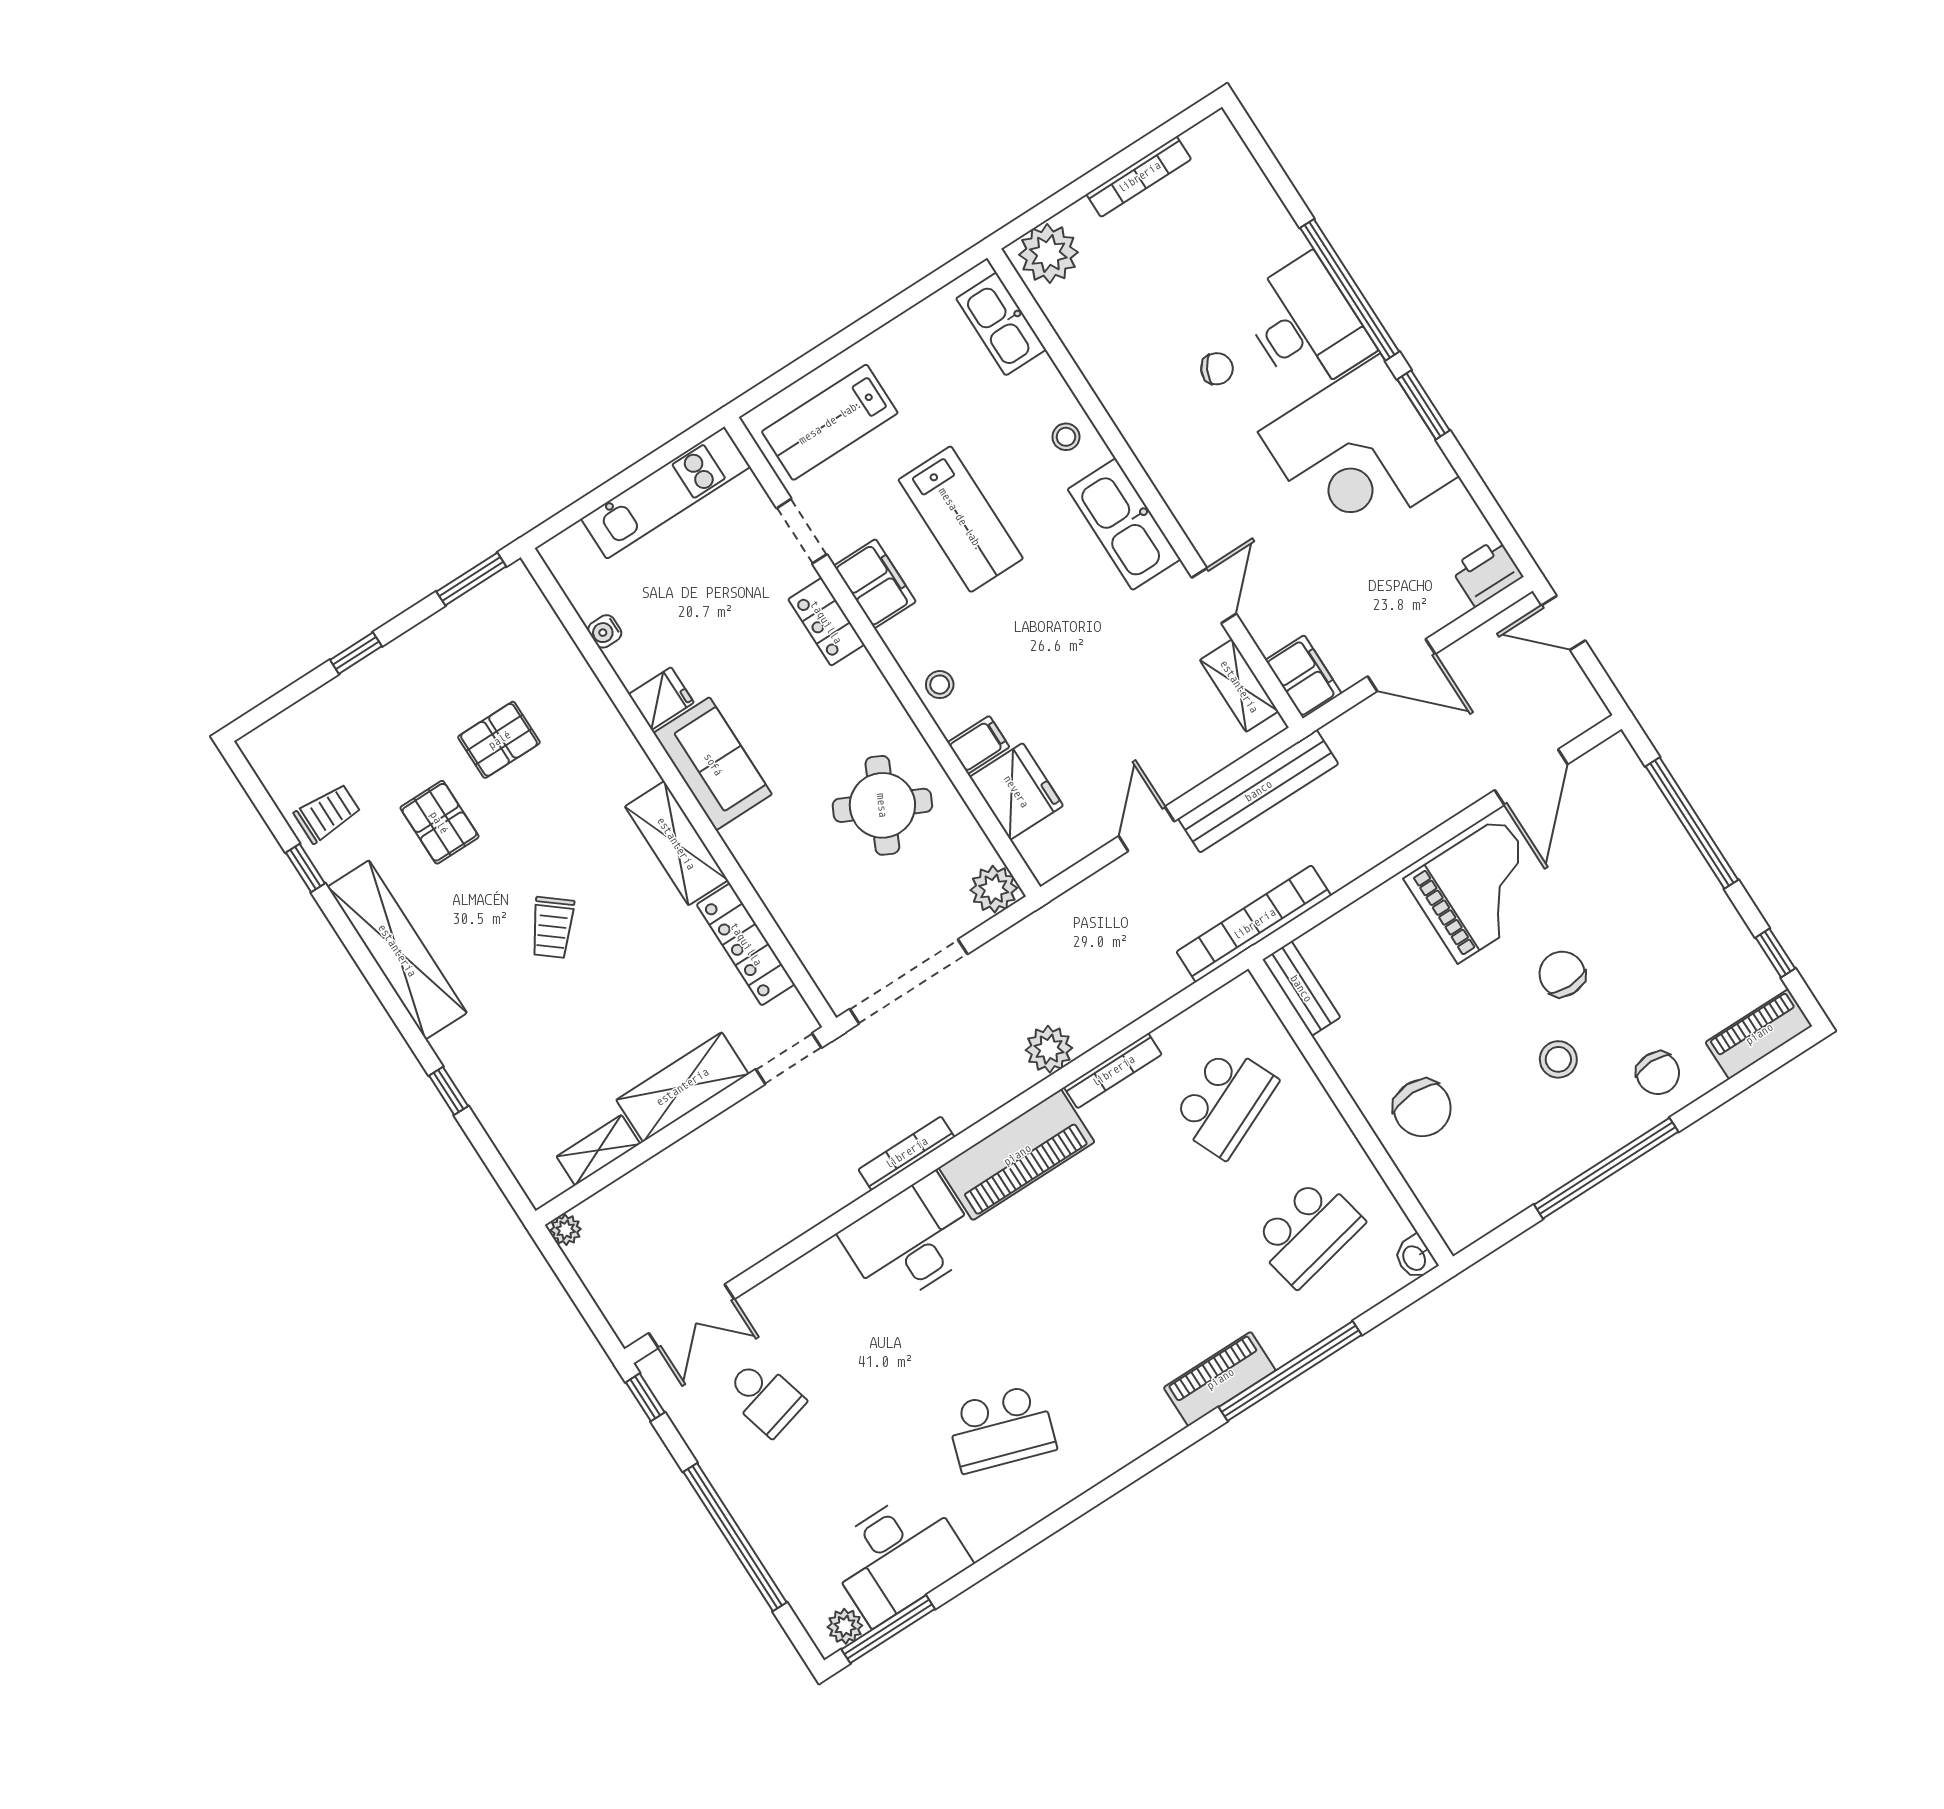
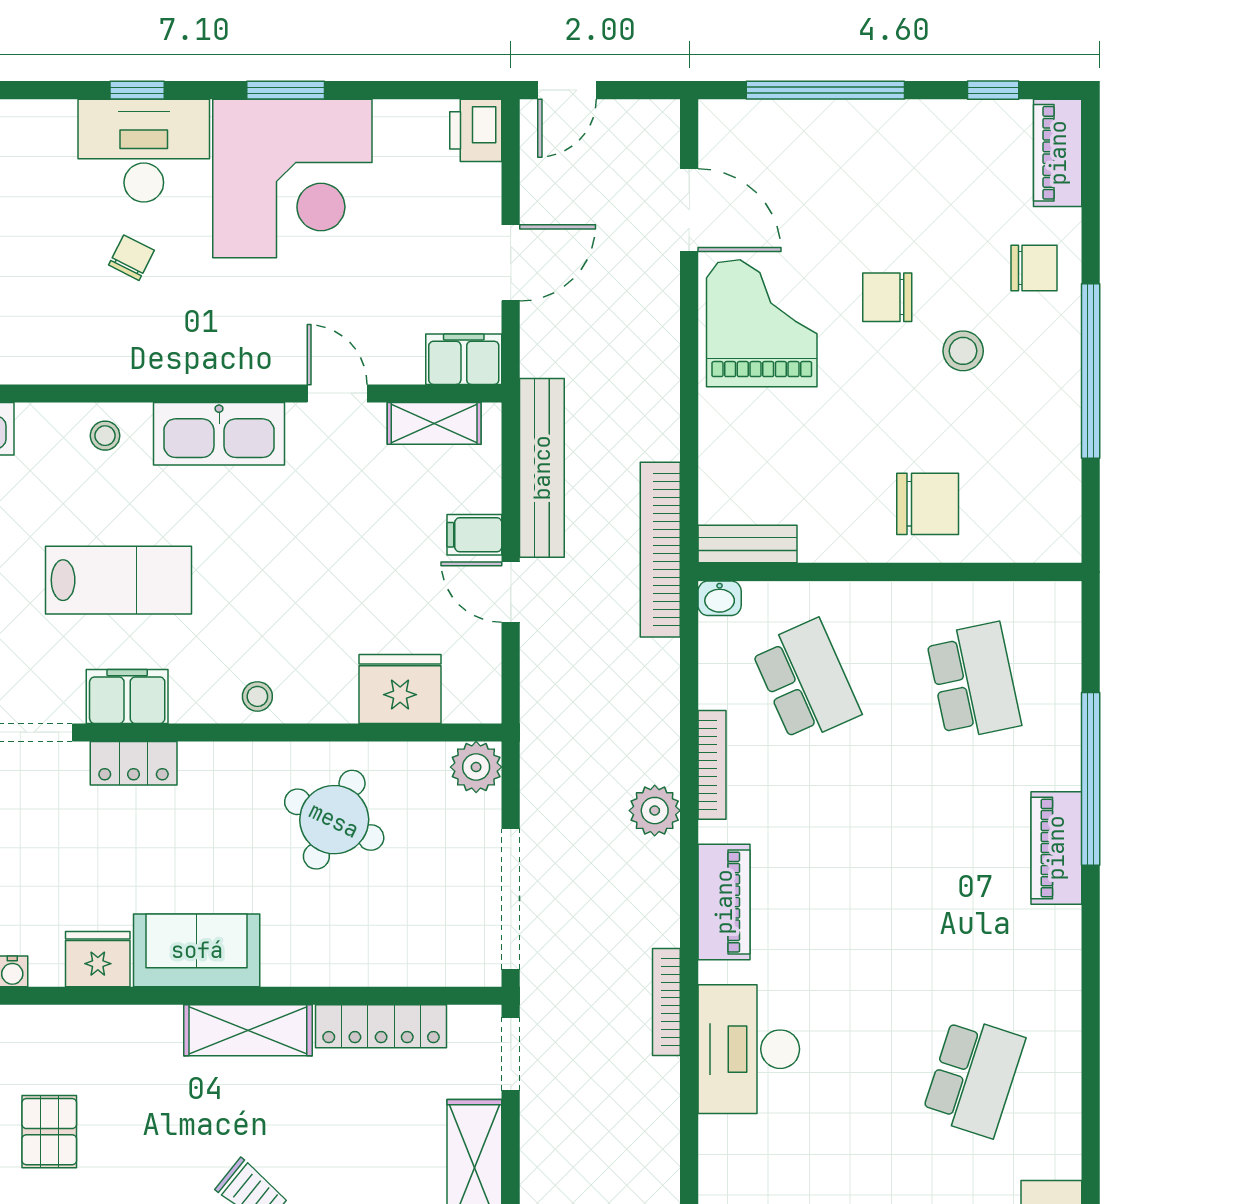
window: (1350, 290) -> (137, 90), width x0.32
fridge: (661, 698) -> (98, 959), width x1.38
filing cabinet: (978, 745) -> (474, 535), moved, turned -90
piano: (1017, 1155) -> (724, 902), width x0.73, depth x0.75
washbasin: (1415, 1258) -> (720, 598), moved

